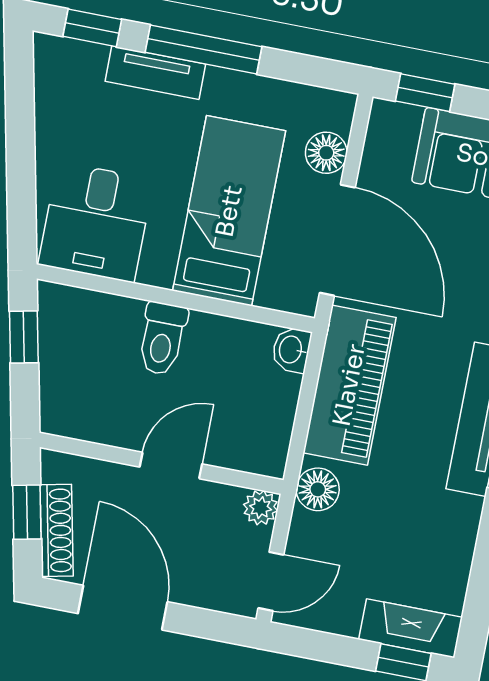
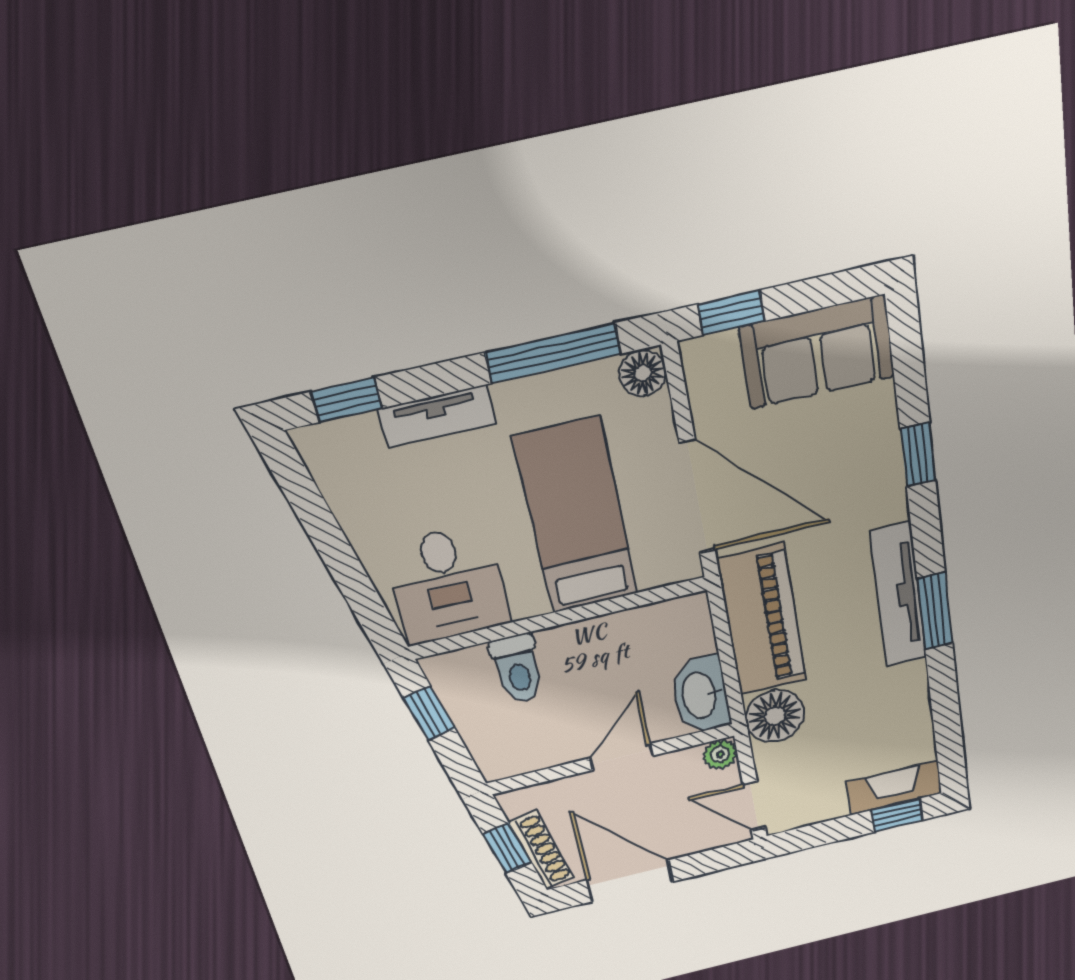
window: (204, 50) -> (553, 353), moved
floor lamp: (326, 153) -> (643, 373), moved
toilet: (162, 339) -> (518, 669), moved
washbasin: (291, 350) -> (701, 695), moved, width x1.91, depth x1.45
floor lamp: (318, 489) -> (775, 716), width x1.38, depth x1.38
door: (271, 581) -> (754, 806), swing flipped

